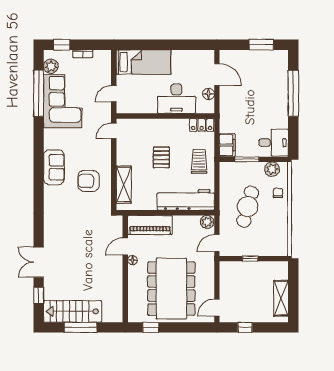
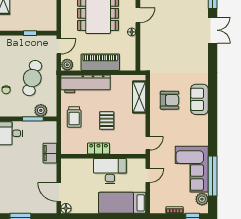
floor lamp: (209, 94) -> (66, 208), moved
desk: (176, 99) -> (110, 171), moved
locker: (202, 125) -> (99, 148), moved
filing cabinet: (227, 145) -> (50, 153), moved
sofa: (54, 167) -> (199, 99), moved
plant: (272, 169) -> (41, 110), moved
piano: (150, 225) -> (100, 62), moved
door: (125, 247) -> (138, 15), moved

